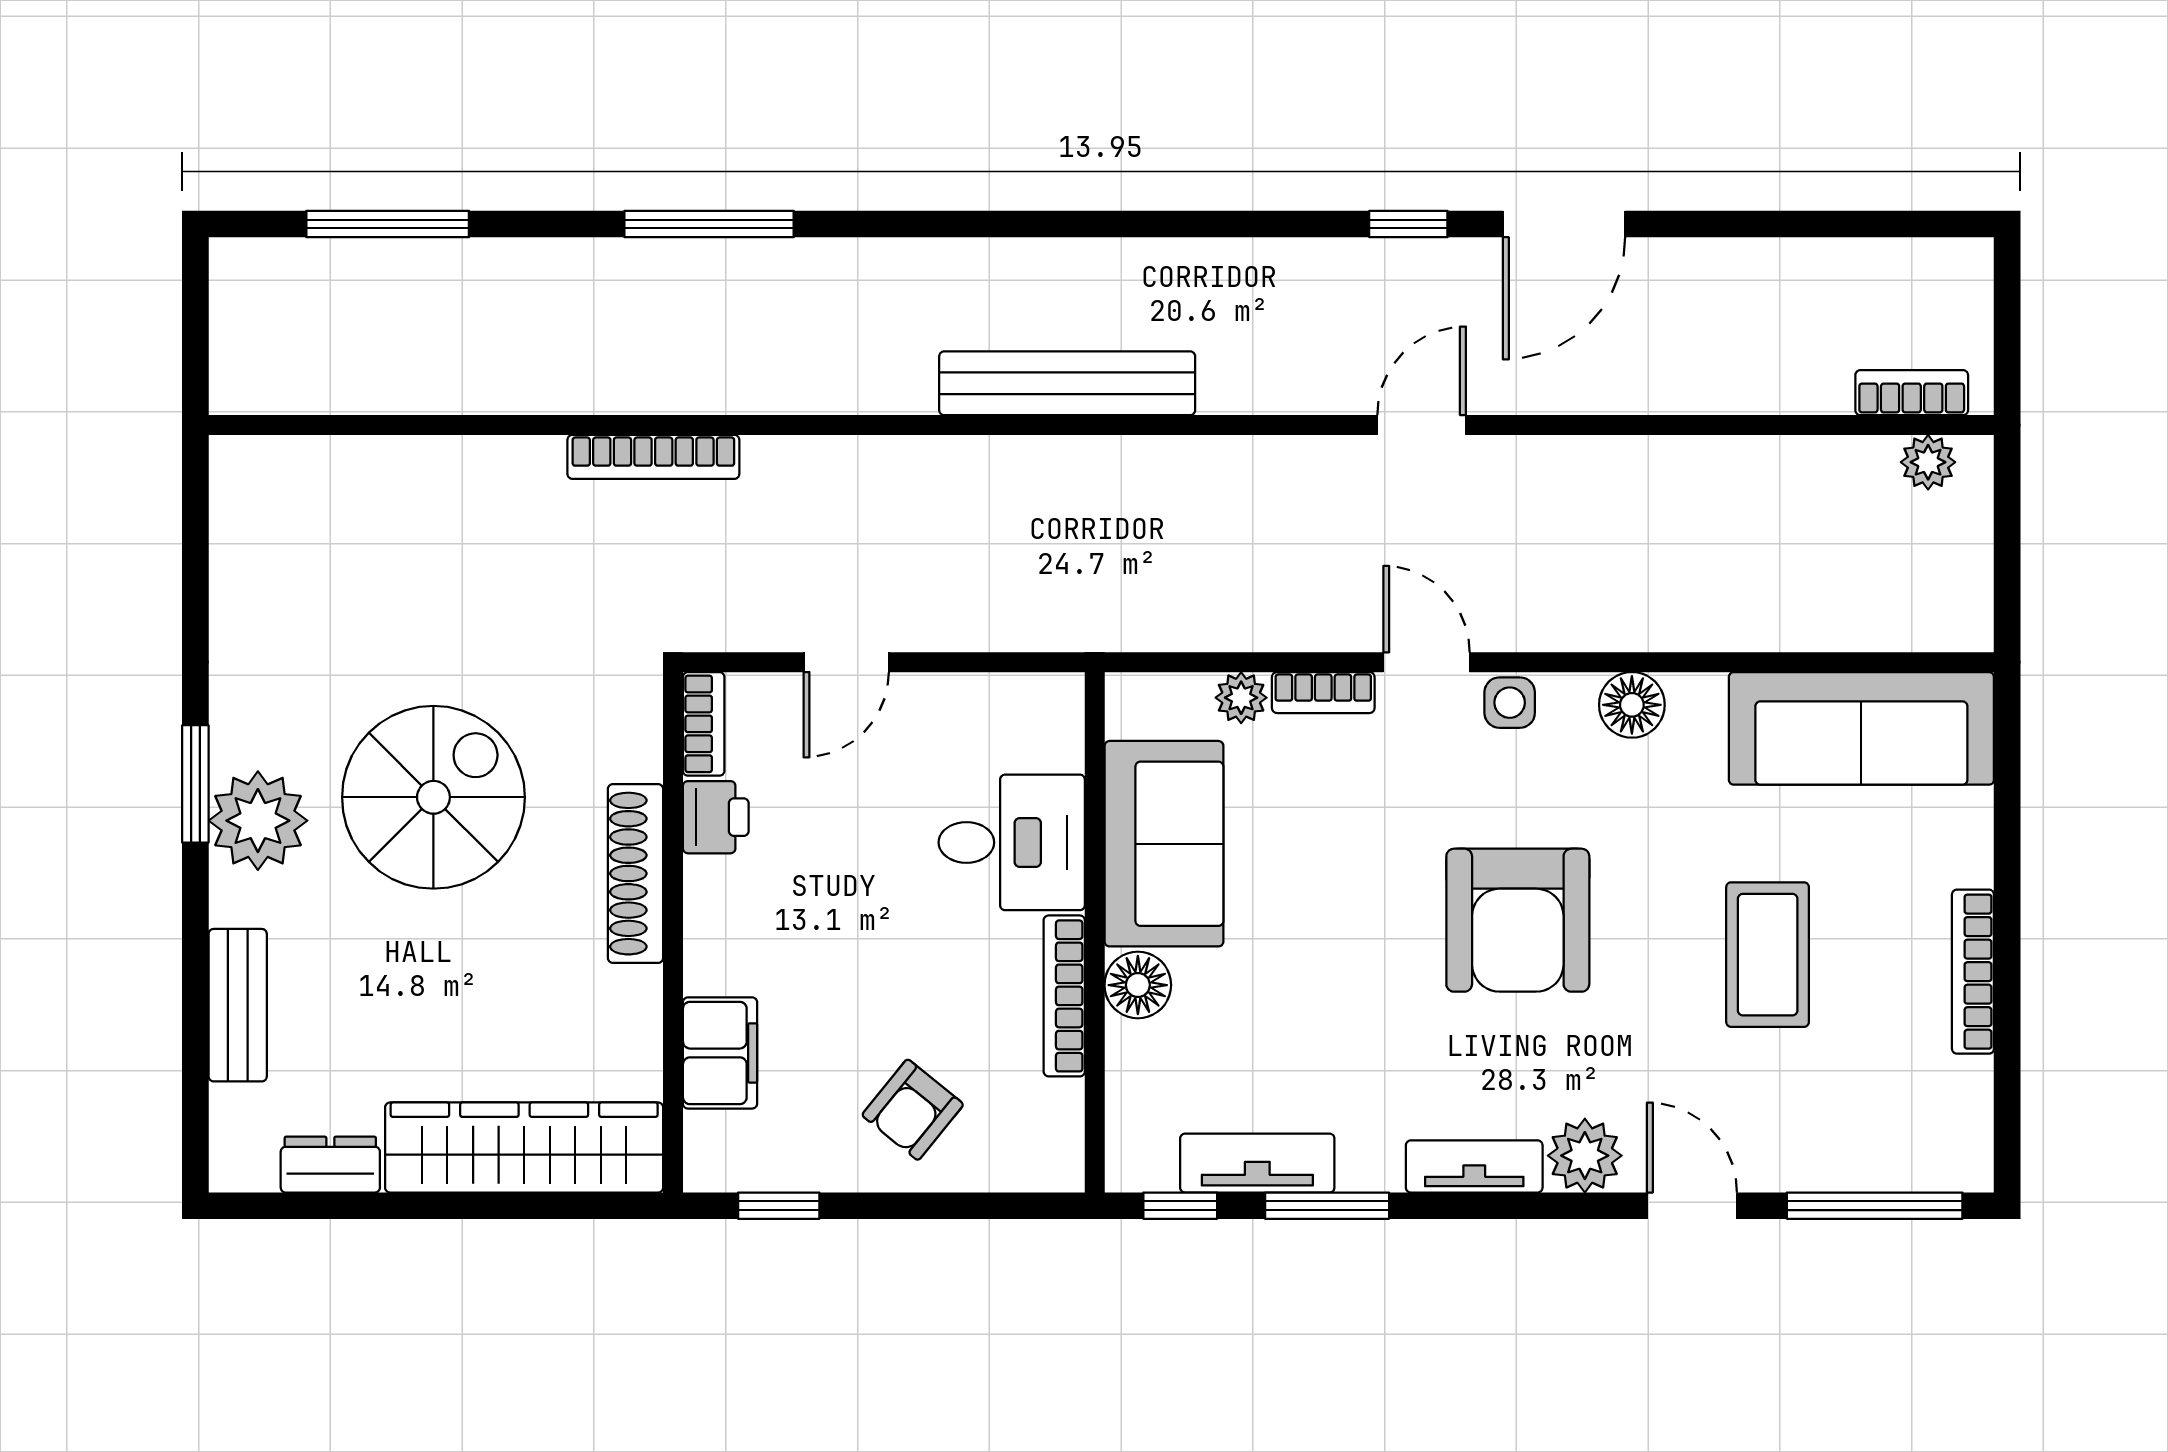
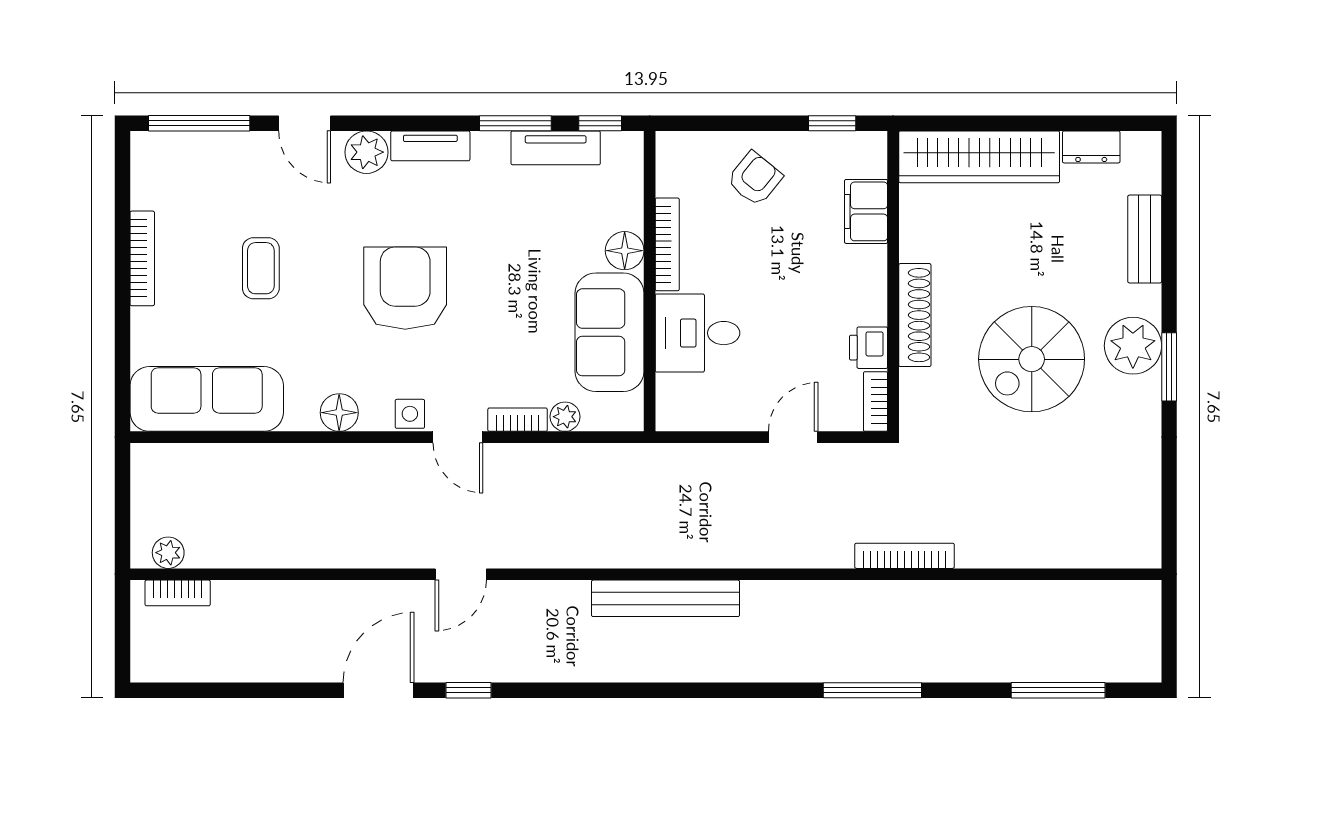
coffee table: (1768, 955) -> (261, 268), width x0.73, depth x0.77

